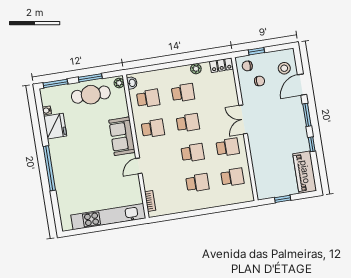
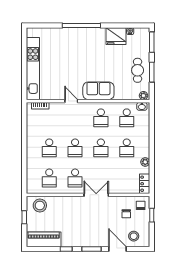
cafe table: (91, 95) -> (138, 70), width x0.73, depth x0.74
stool: (266, 183) -> (40, 205), added

